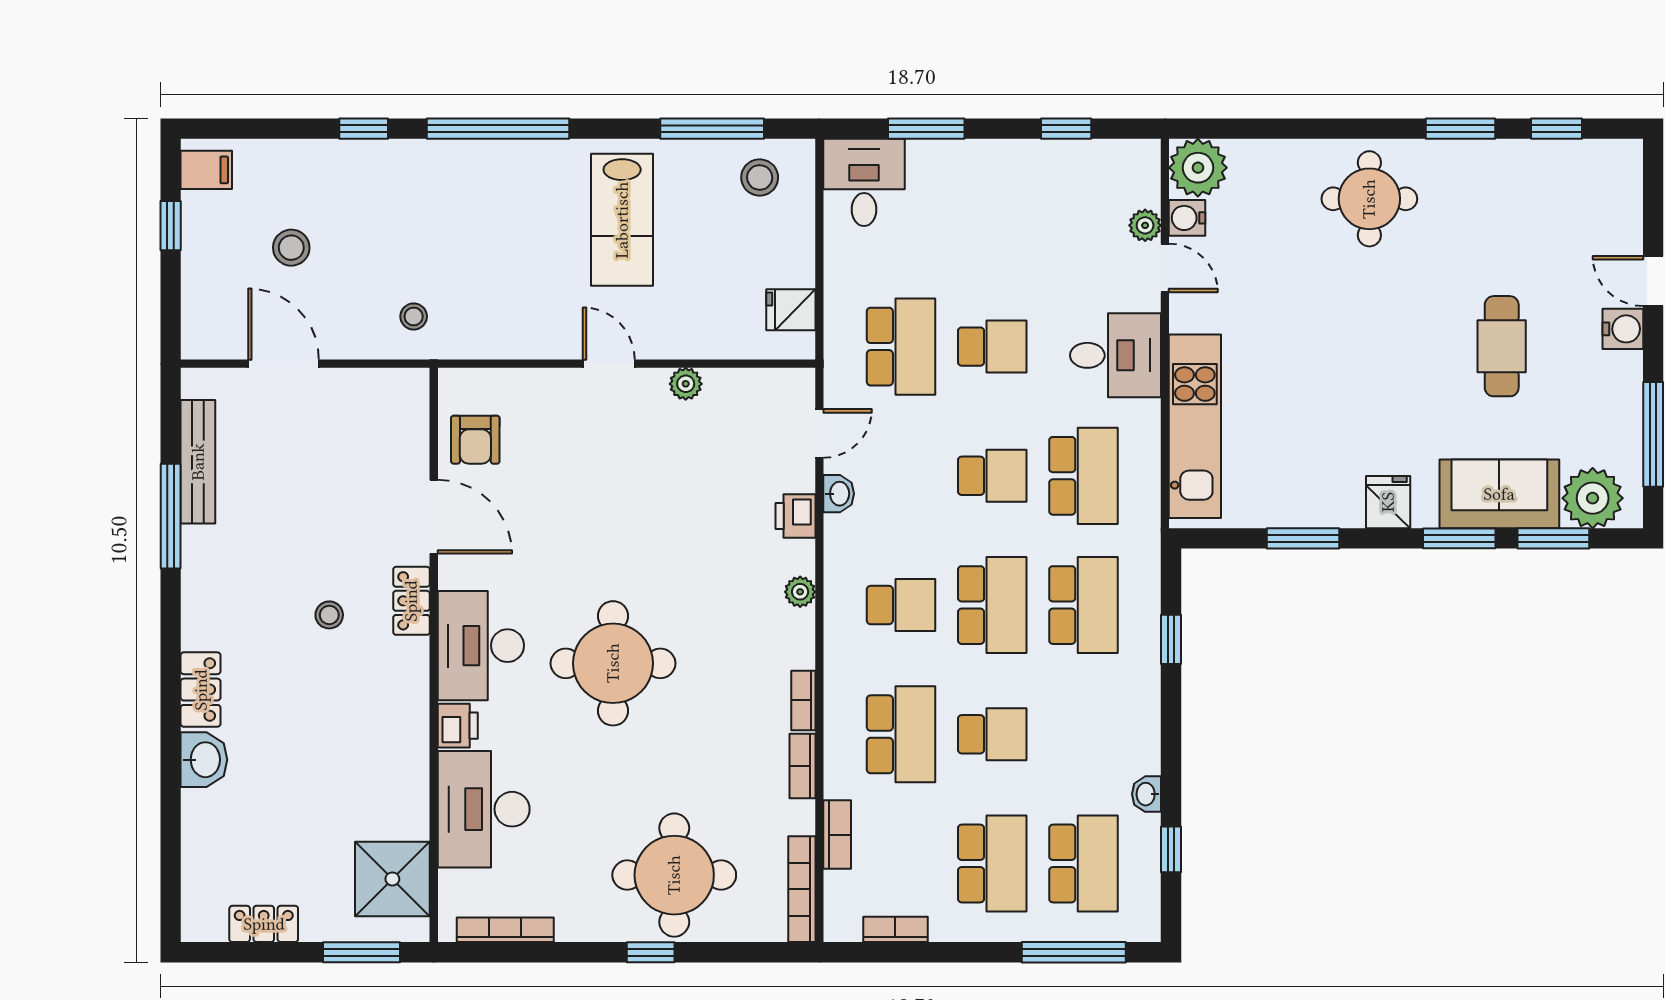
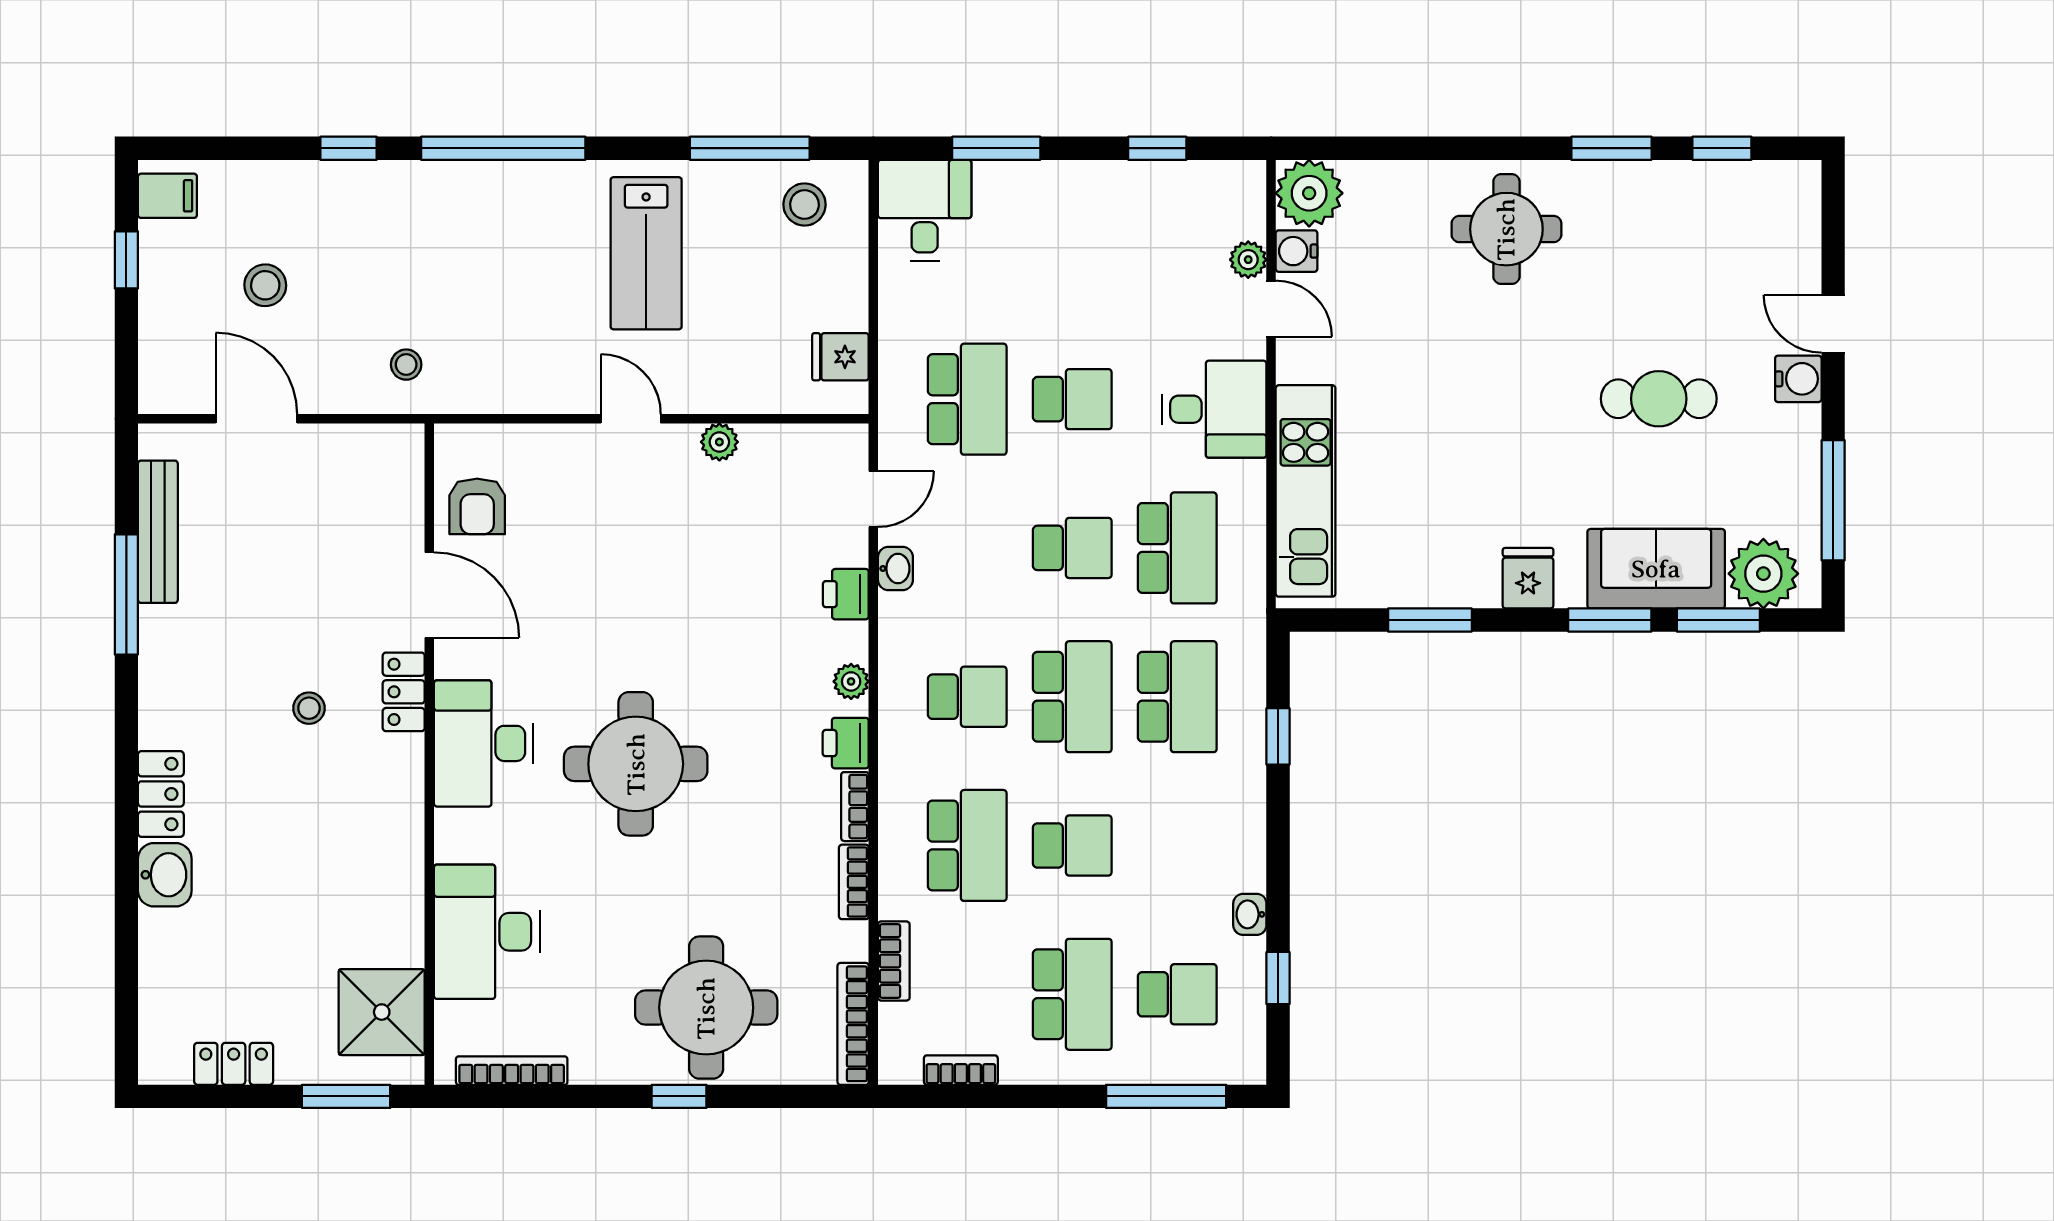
cafe table: (1502, 346) -> (1659, 399), turned 90
printer: (458, 726) -> (846, 743), moved, turned 180
school desk: (1083, 863) -> (1177, 994), width x0.54

